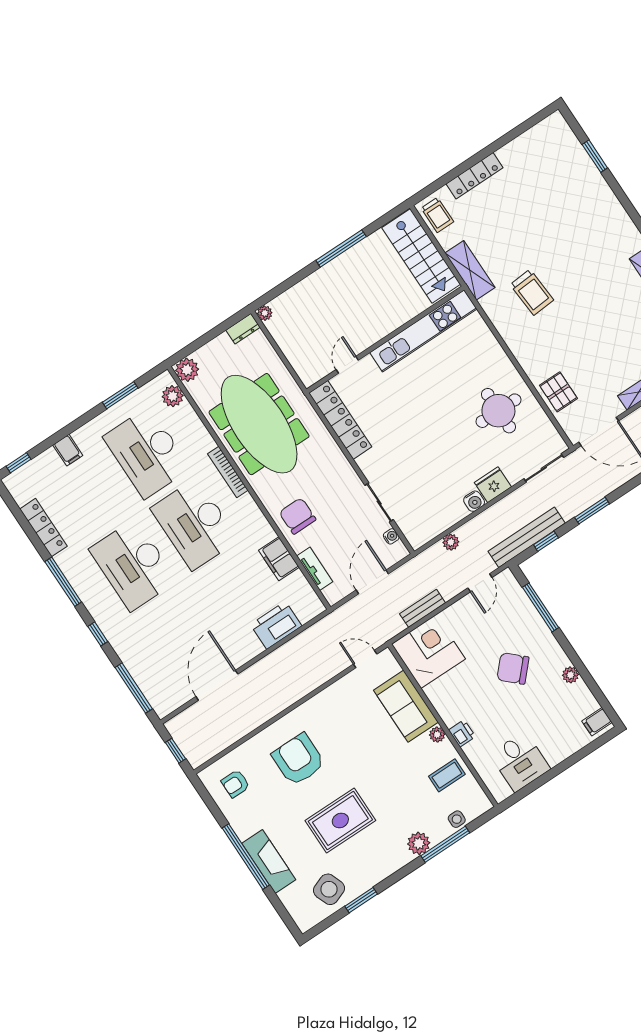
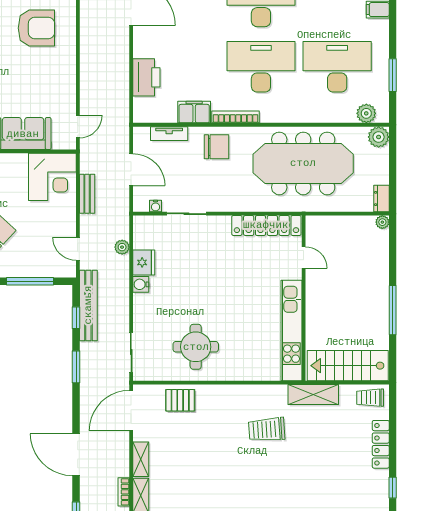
window: (508, 138) -> (393, 488), added
bookcase: (228, 472) -> (235, 117), moved
fridge: (493, 485) -> (144, 262), moved

